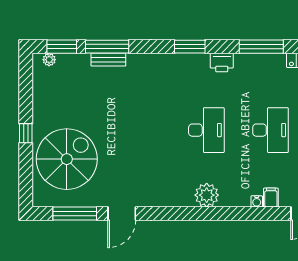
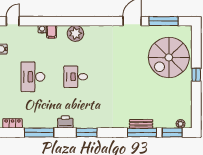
desk: (206, 130) -> (76, 77), width x0.73
filing cabinet: (271, 198) -> (52, 32), moved

